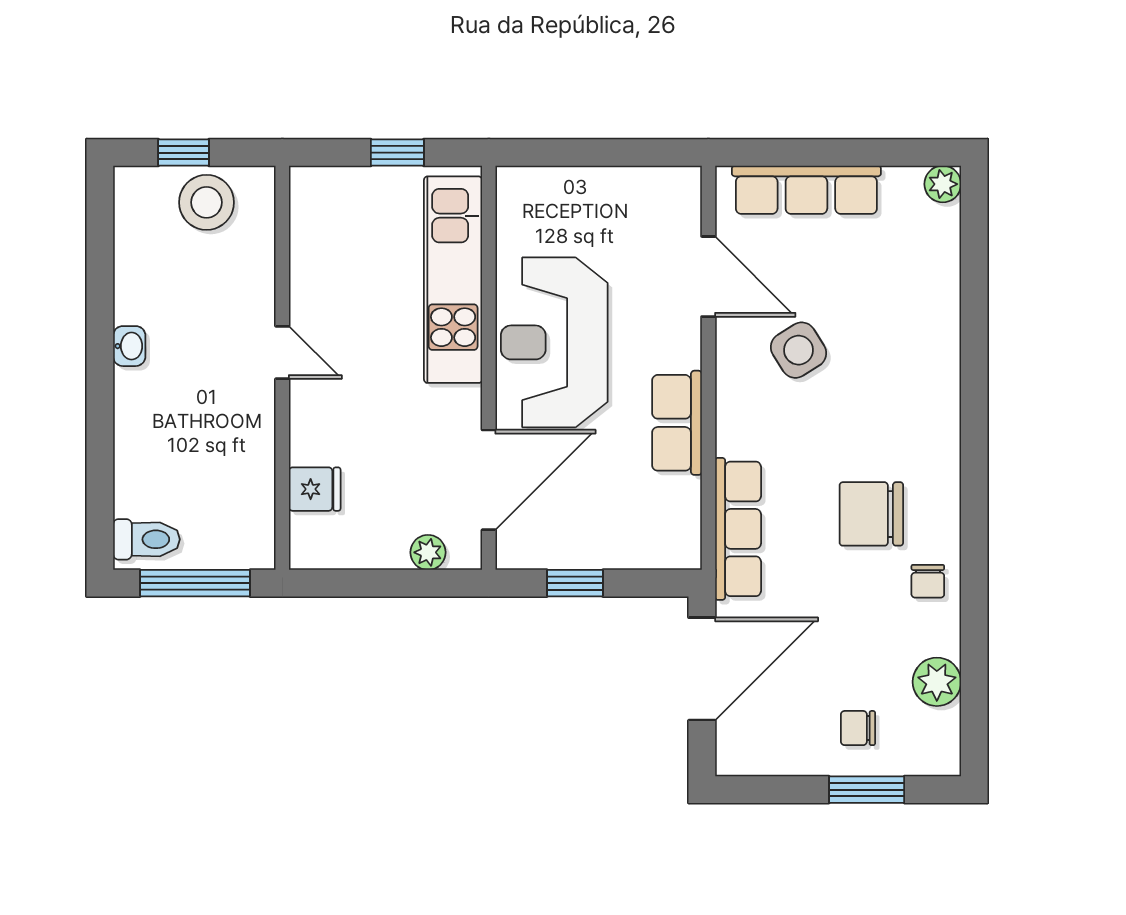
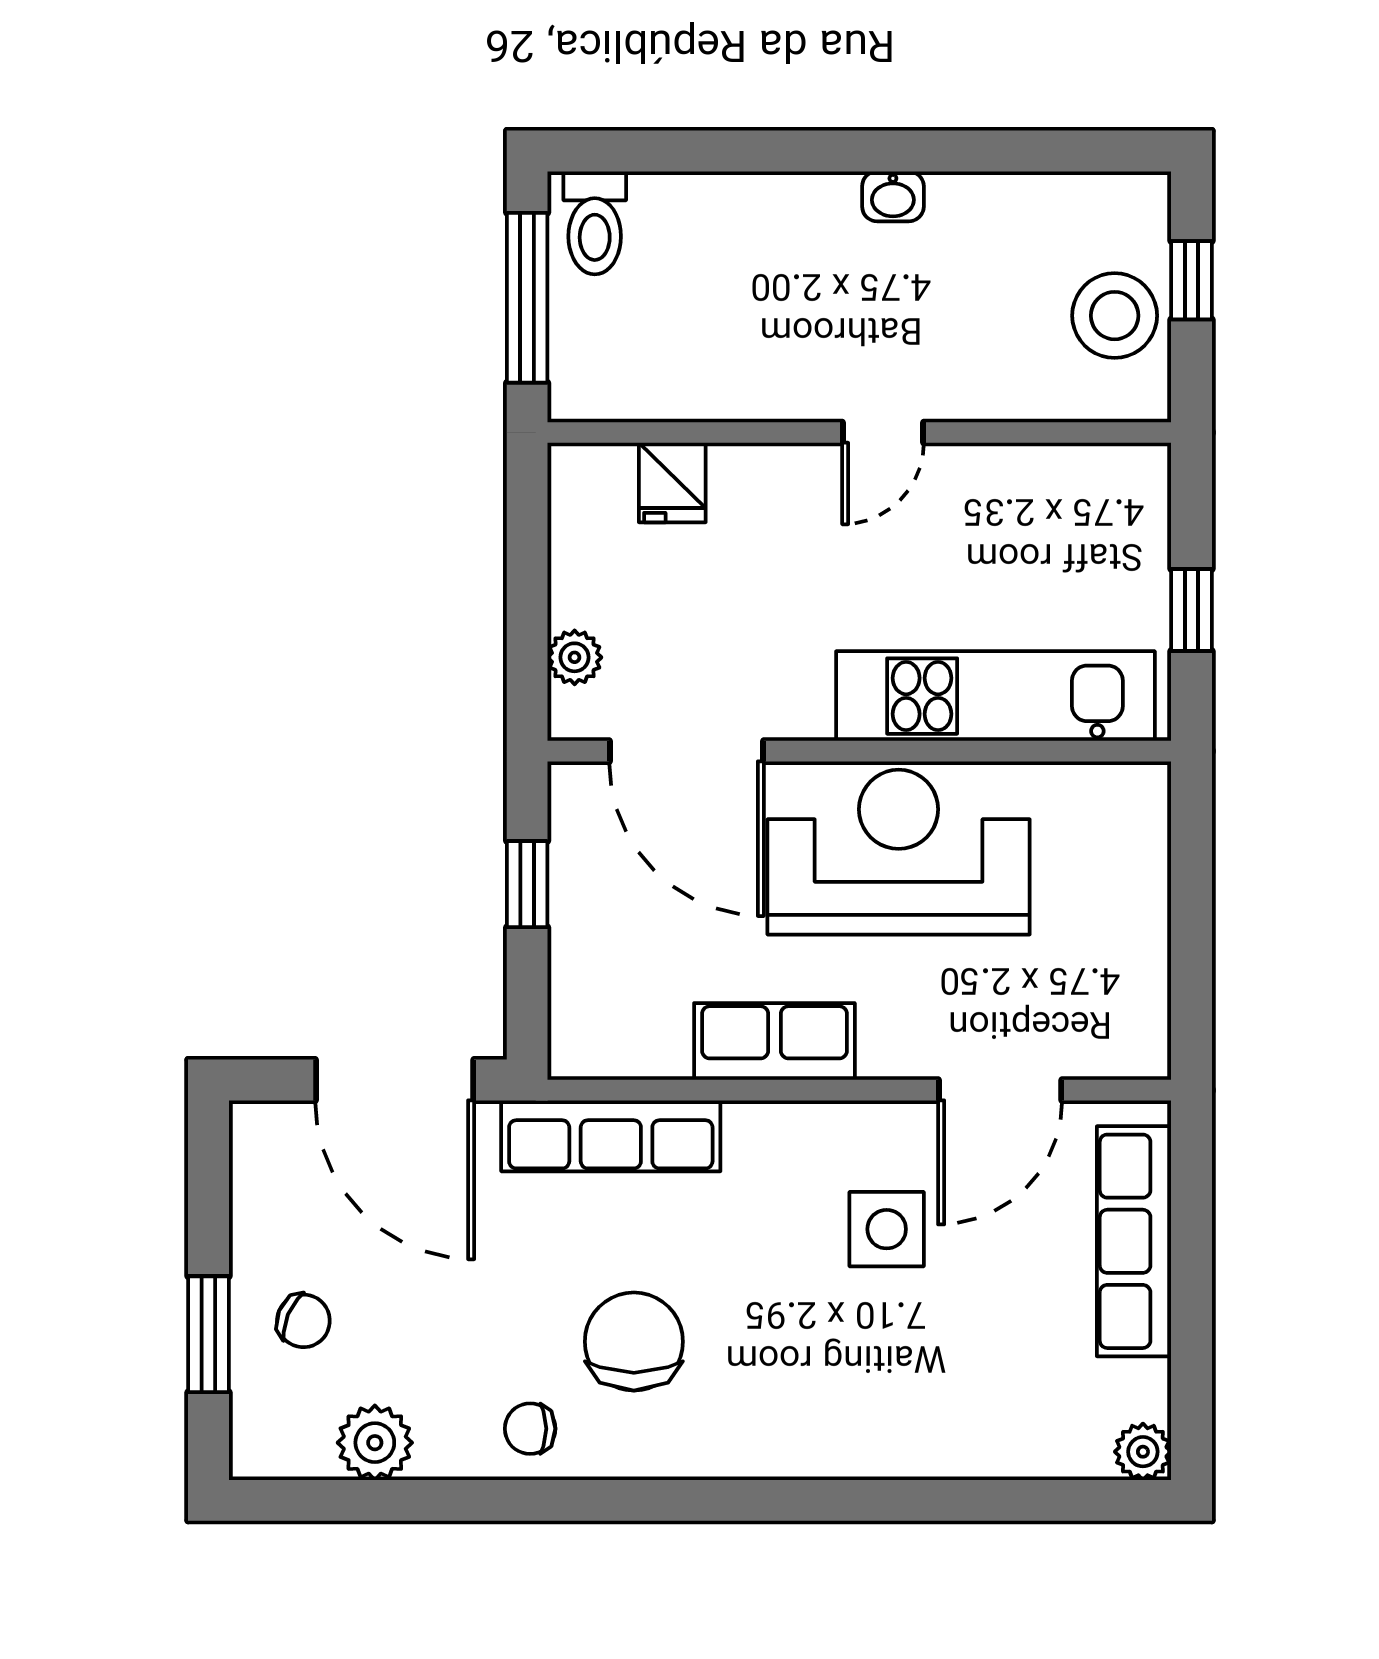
side table: (799, 350) -> (887, 1229), turned 32
chair: (858, 728) -> (303, 1321), turned 113

